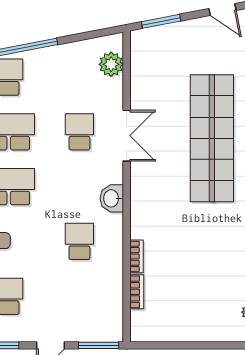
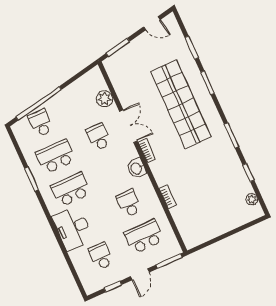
plant: (111, 64) -> (105, 99), moved
bookcase: (137, 292) -> (147, 151), moved
school desk: (79, 296) -> (144, 237), added

